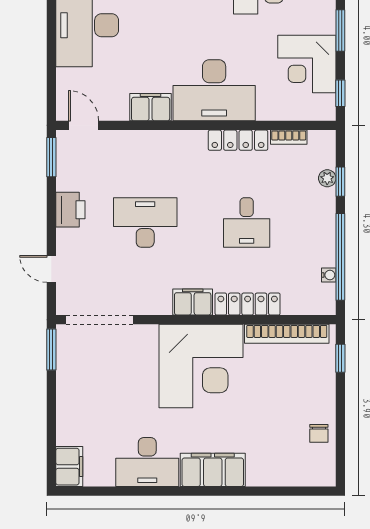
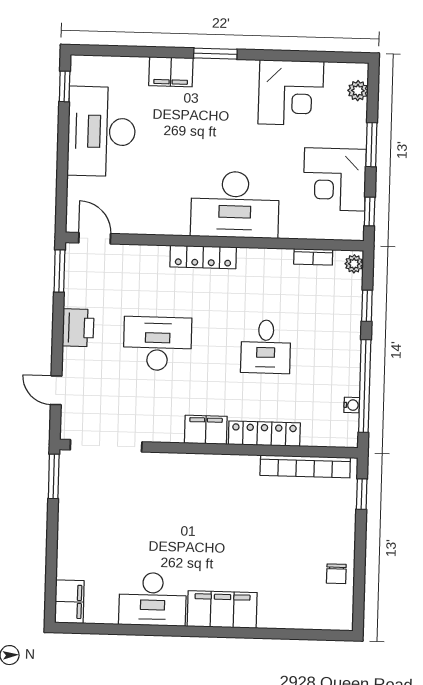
filing cabinet: (151, 107) -> (167, 221), removed
locker: (238, 140) -> (203, 257), moved
plant: (327, 178) -> (354, 264), moved
corner desk: (201, 366) -> (213, 498), removed

